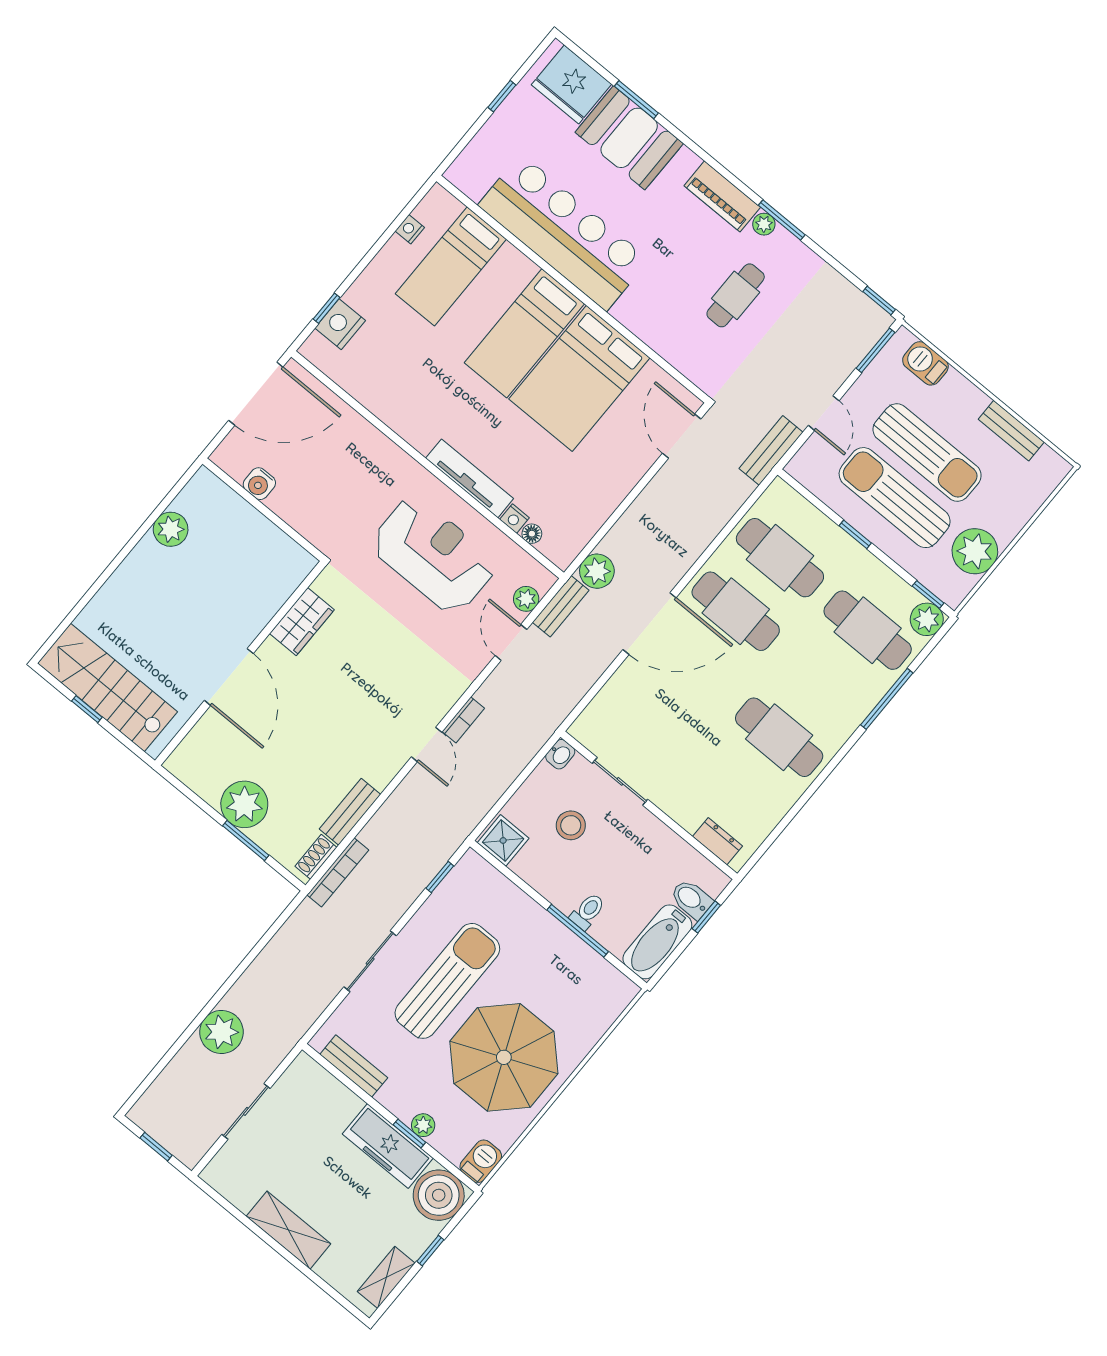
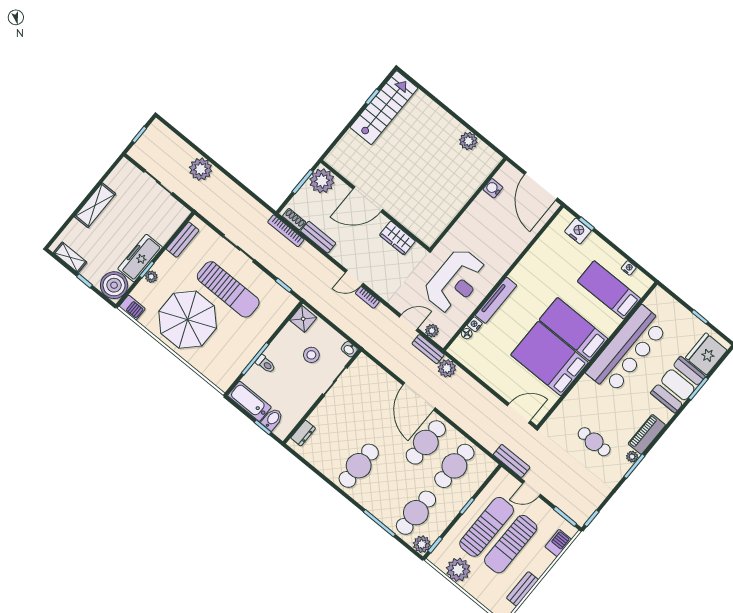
wardrobe: (302, 622) -> (397, 238), moved
wall: (240, 663) -> (375, 205), moved
door: (229, 677) -> (368, 199), moved

